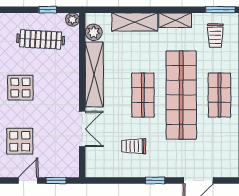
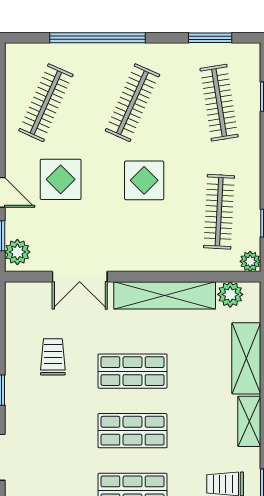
shop shelf: (181, 95) -> (133, 431), width x0.50, depth x0.74
plant: (66, 169) -> (17, 252), added

